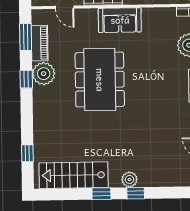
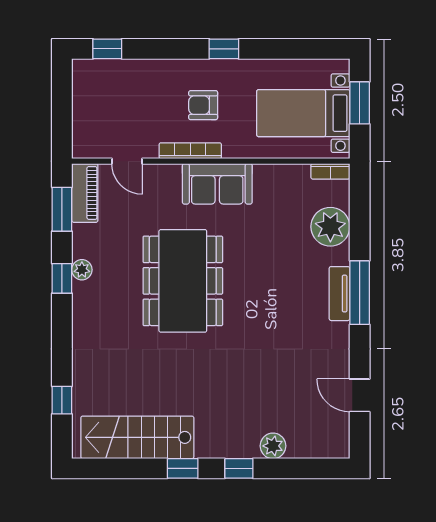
piano: (40, 43) -> (85, 193), moved
plant: (44, 74) -> (82, 270), width x0.53, depth x0.53
plant: (129, 179) -> (273, 446), moved

